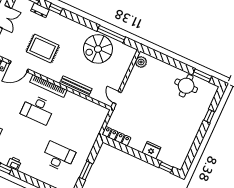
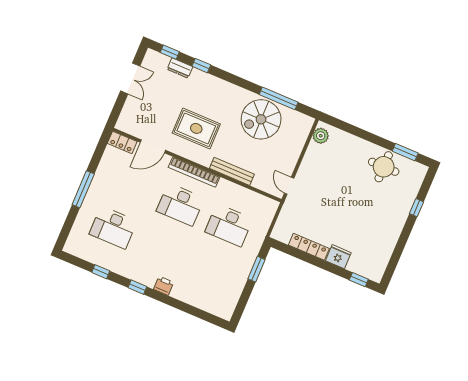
rug: (43, 48) -> (196, 128), moved
locker: (117, 136) -> (309, 247), moved
desk: (58, 157) -> (229, 225), moved, turned 180
printer: (14, 163) -> (164, 286), moved
window: (86, 171) -> (256, 269), moved

